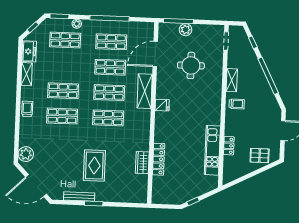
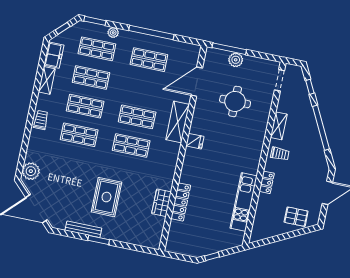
shop shelf: (110, 67) -> (91, 77), moved
locker: (229, 146) -> (267, 182), moved

